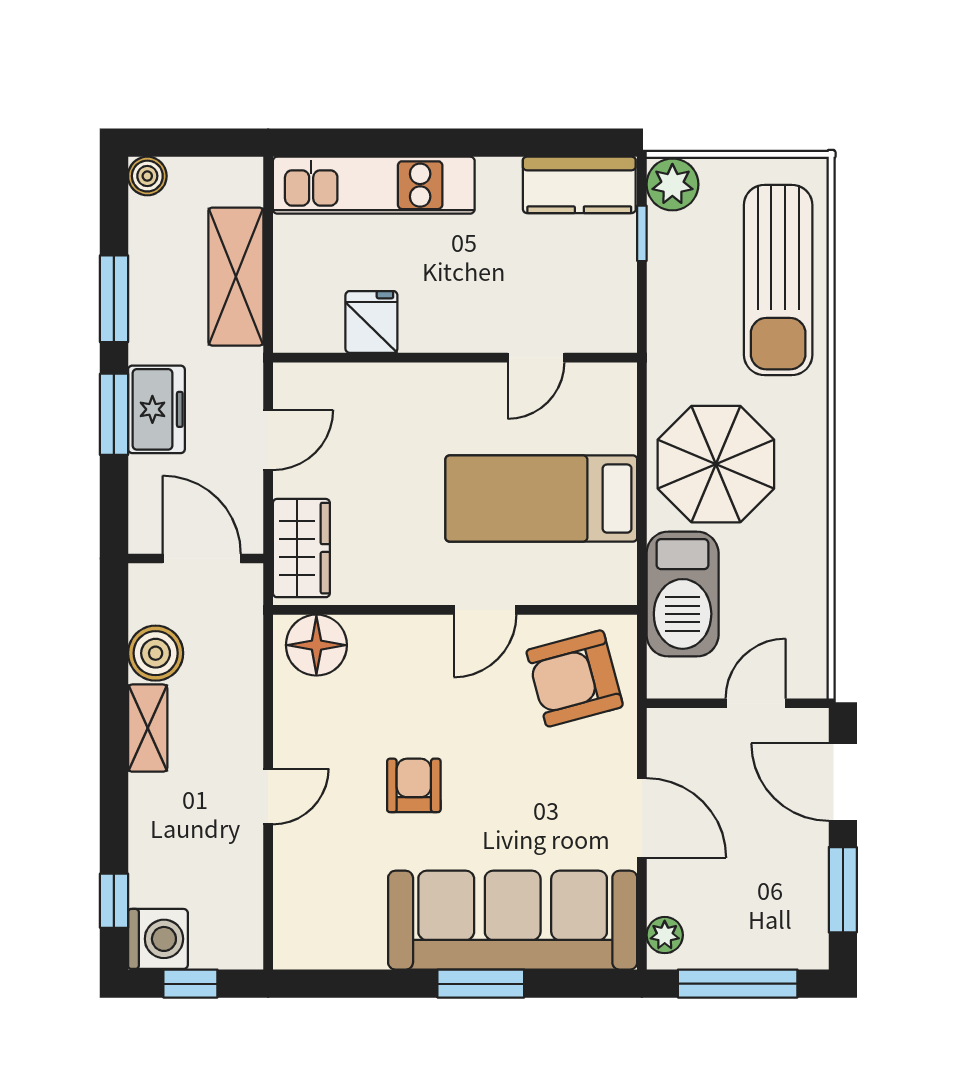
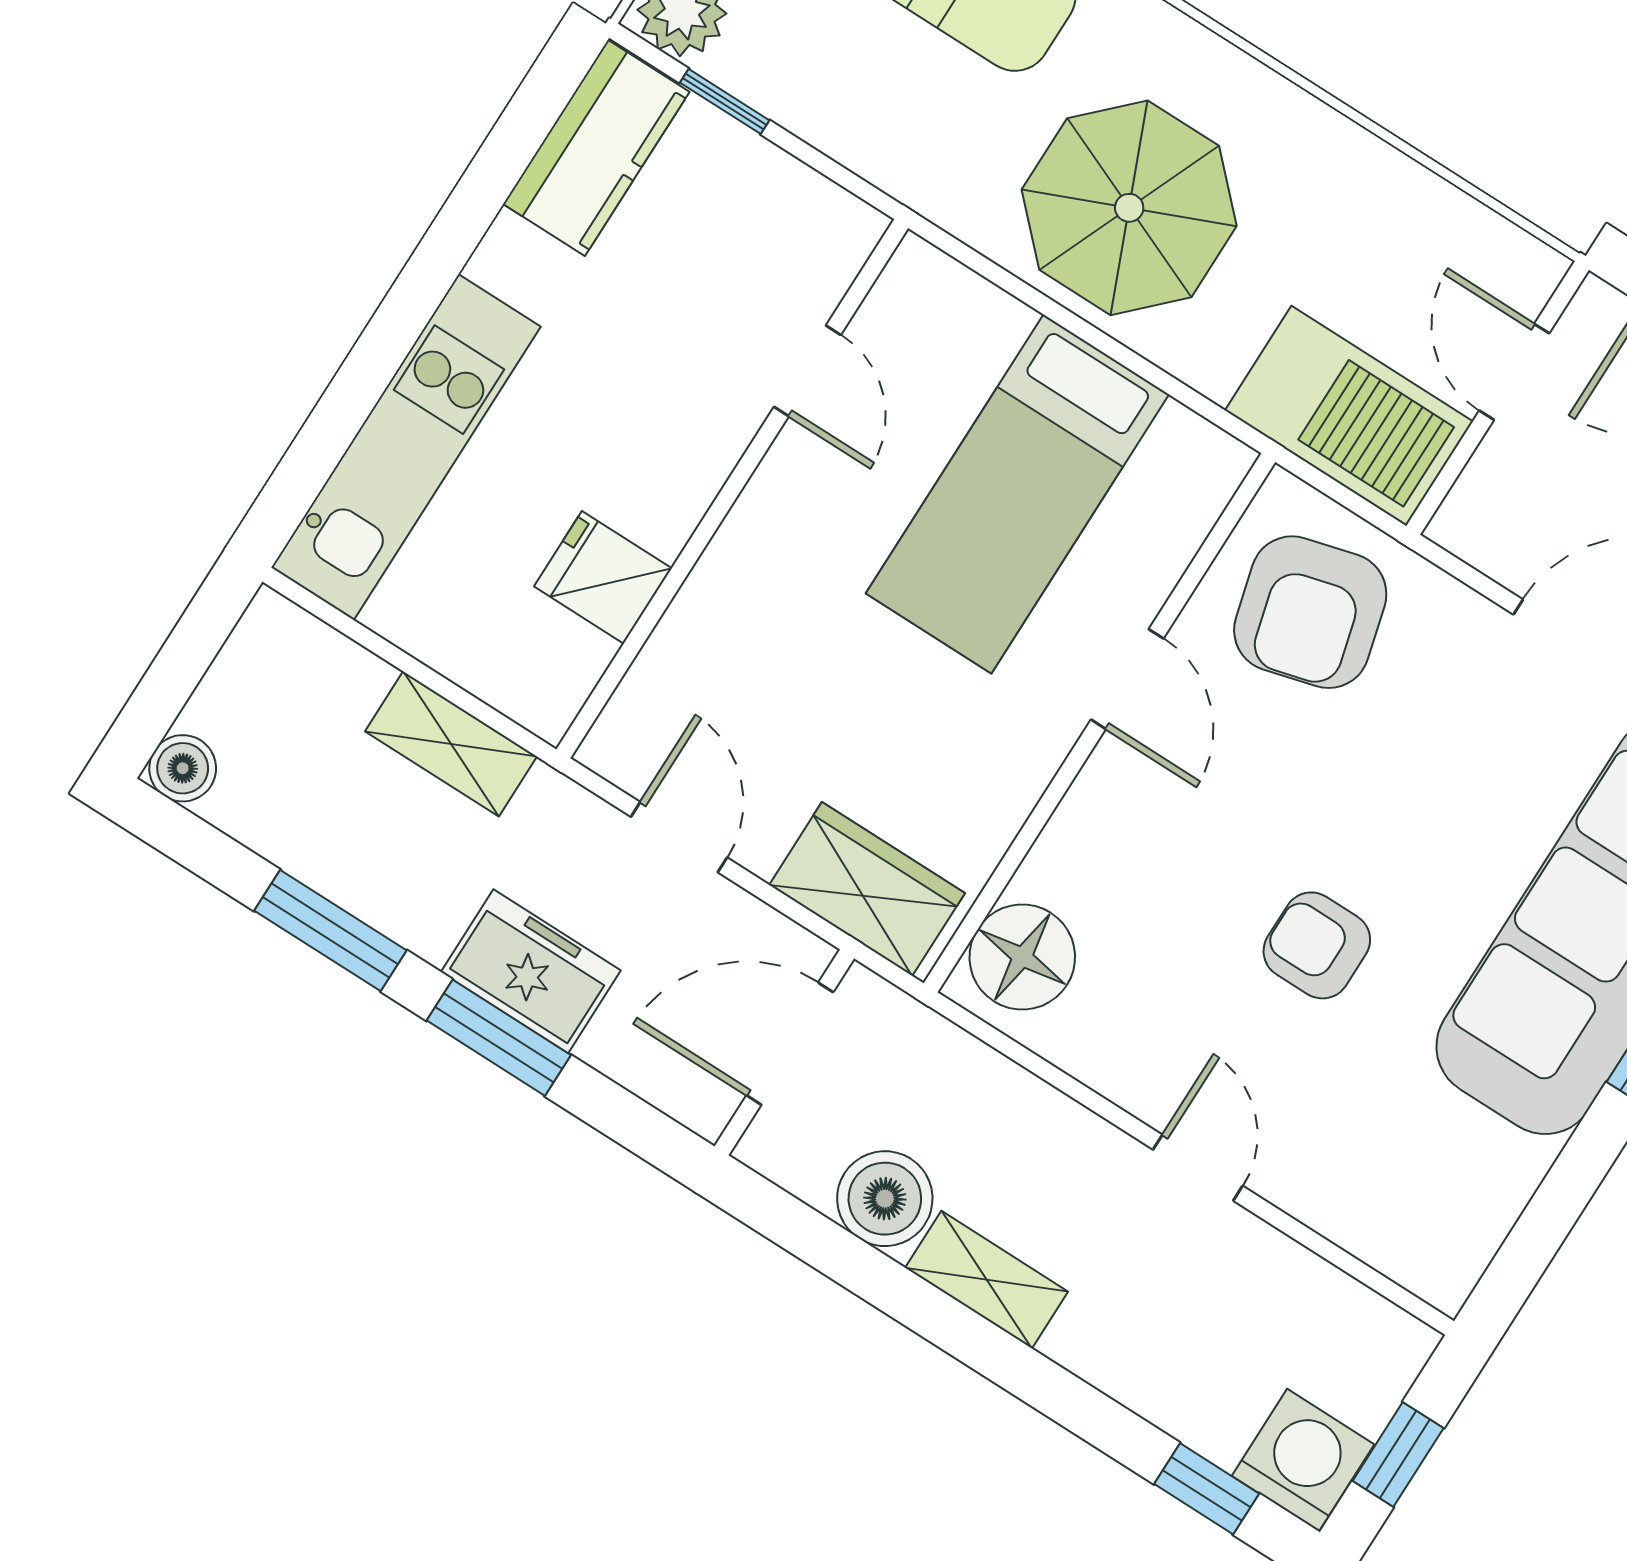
shelving: (236, 277) -> (451, 744), width x0.67, depth x0.75
barbecue: (683, 594) -> (1349, 416), moved

